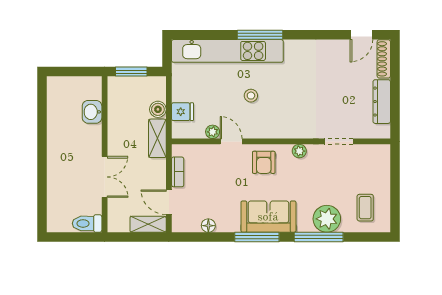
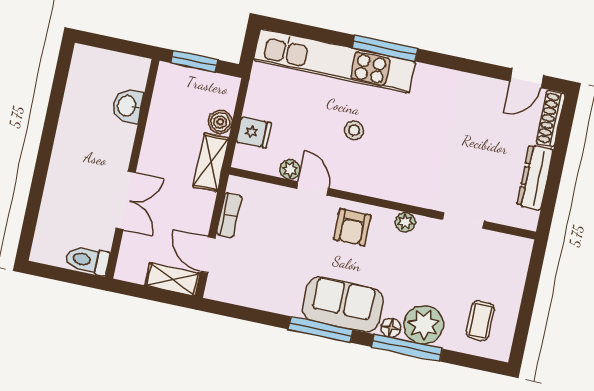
floor lamp: (208, 226) -> (391, 328), moved

